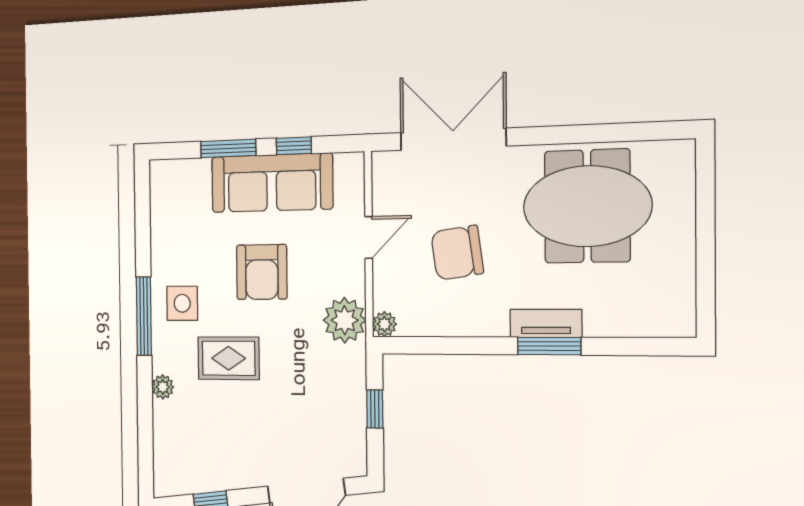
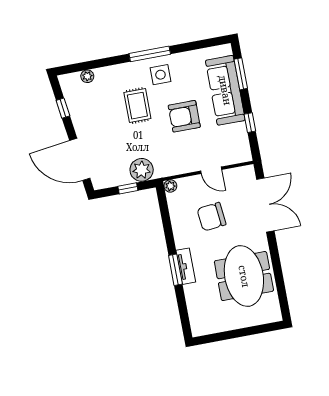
window: (228, 148) -> (241, 74), moved
sofa: (272, 183) -> (225, 90), moved
chair: (457, 253) -> (211, 217), turned -88
plant: (345, 320) -> (142, 170), moved
plant: (163, 387) -> (87, 76), moved

